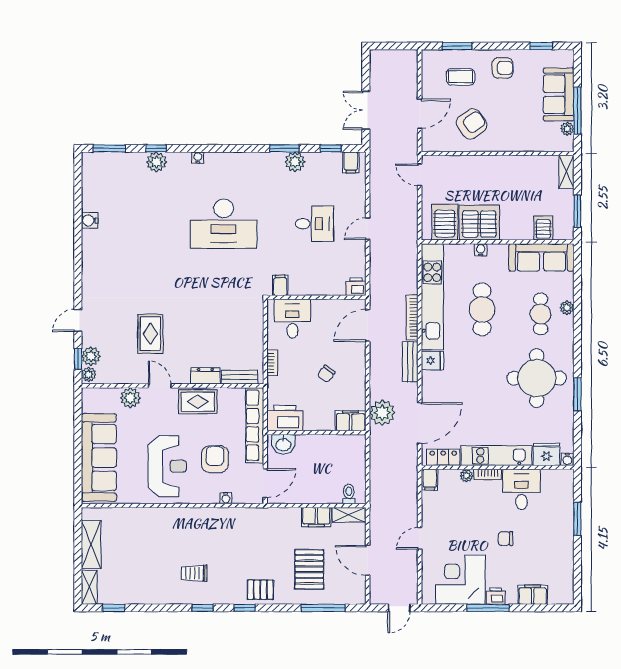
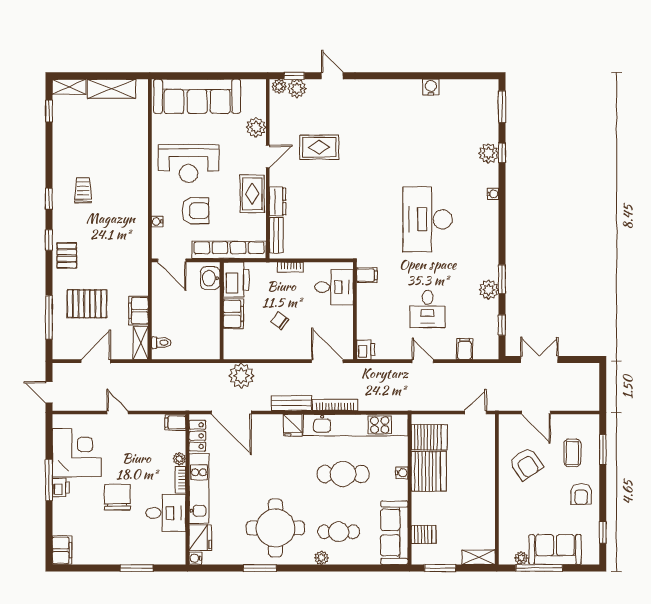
filing cabinet: (351, 162) -> (465, 349), moved, turned 90
plant: (567, 308) -> (321, 558), moved
filing cabinet: (351, 421) -> (233, 314), moved
chair: (506, 539) -> (117, 497), width x1.87, depth x1.87
filing cabinet: (533, 595) -> (62, 550), moved

